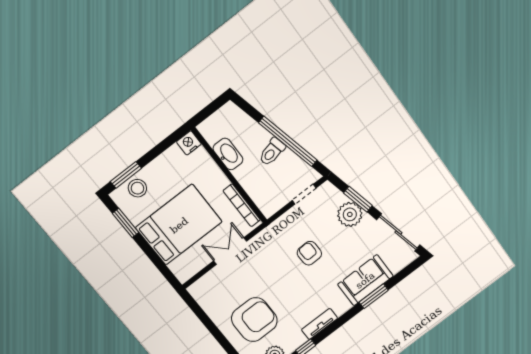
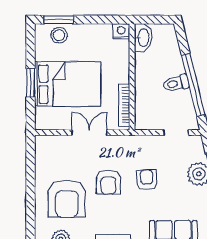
washbasin: (228, 154) -> (143, 38), moved
window: (126, 223) -> (31, 83), moved
armchair: (279, 280) -> (108, 182), added
armchair: (254, 320) -> (67, 199), turned 90

